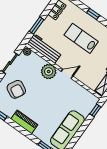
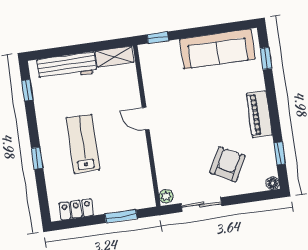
lab bench: (81, 38) -> (83, 144), turned 180
workbench: (44, 48) -> (141, 178), removed
plant: (49, 71) -> (165, 145), removed

